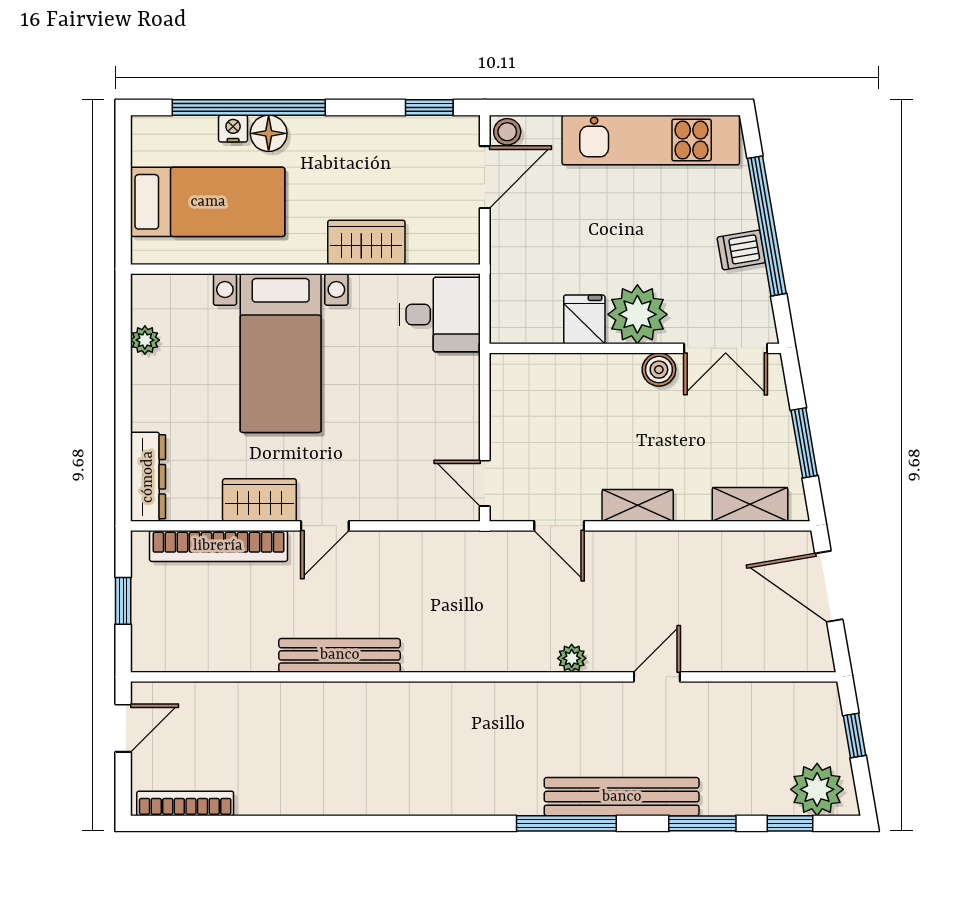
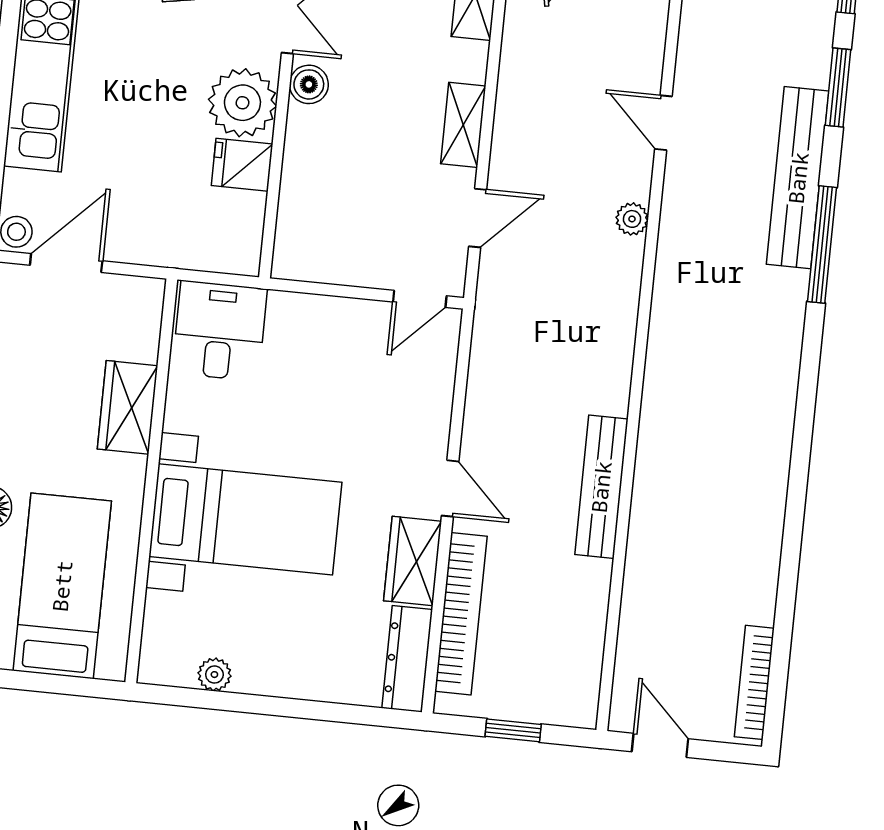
door: (485, 177) -> (66, 263), hinge flipped
dresser: (148, 477) -> (407, 659), moved, turned -90

